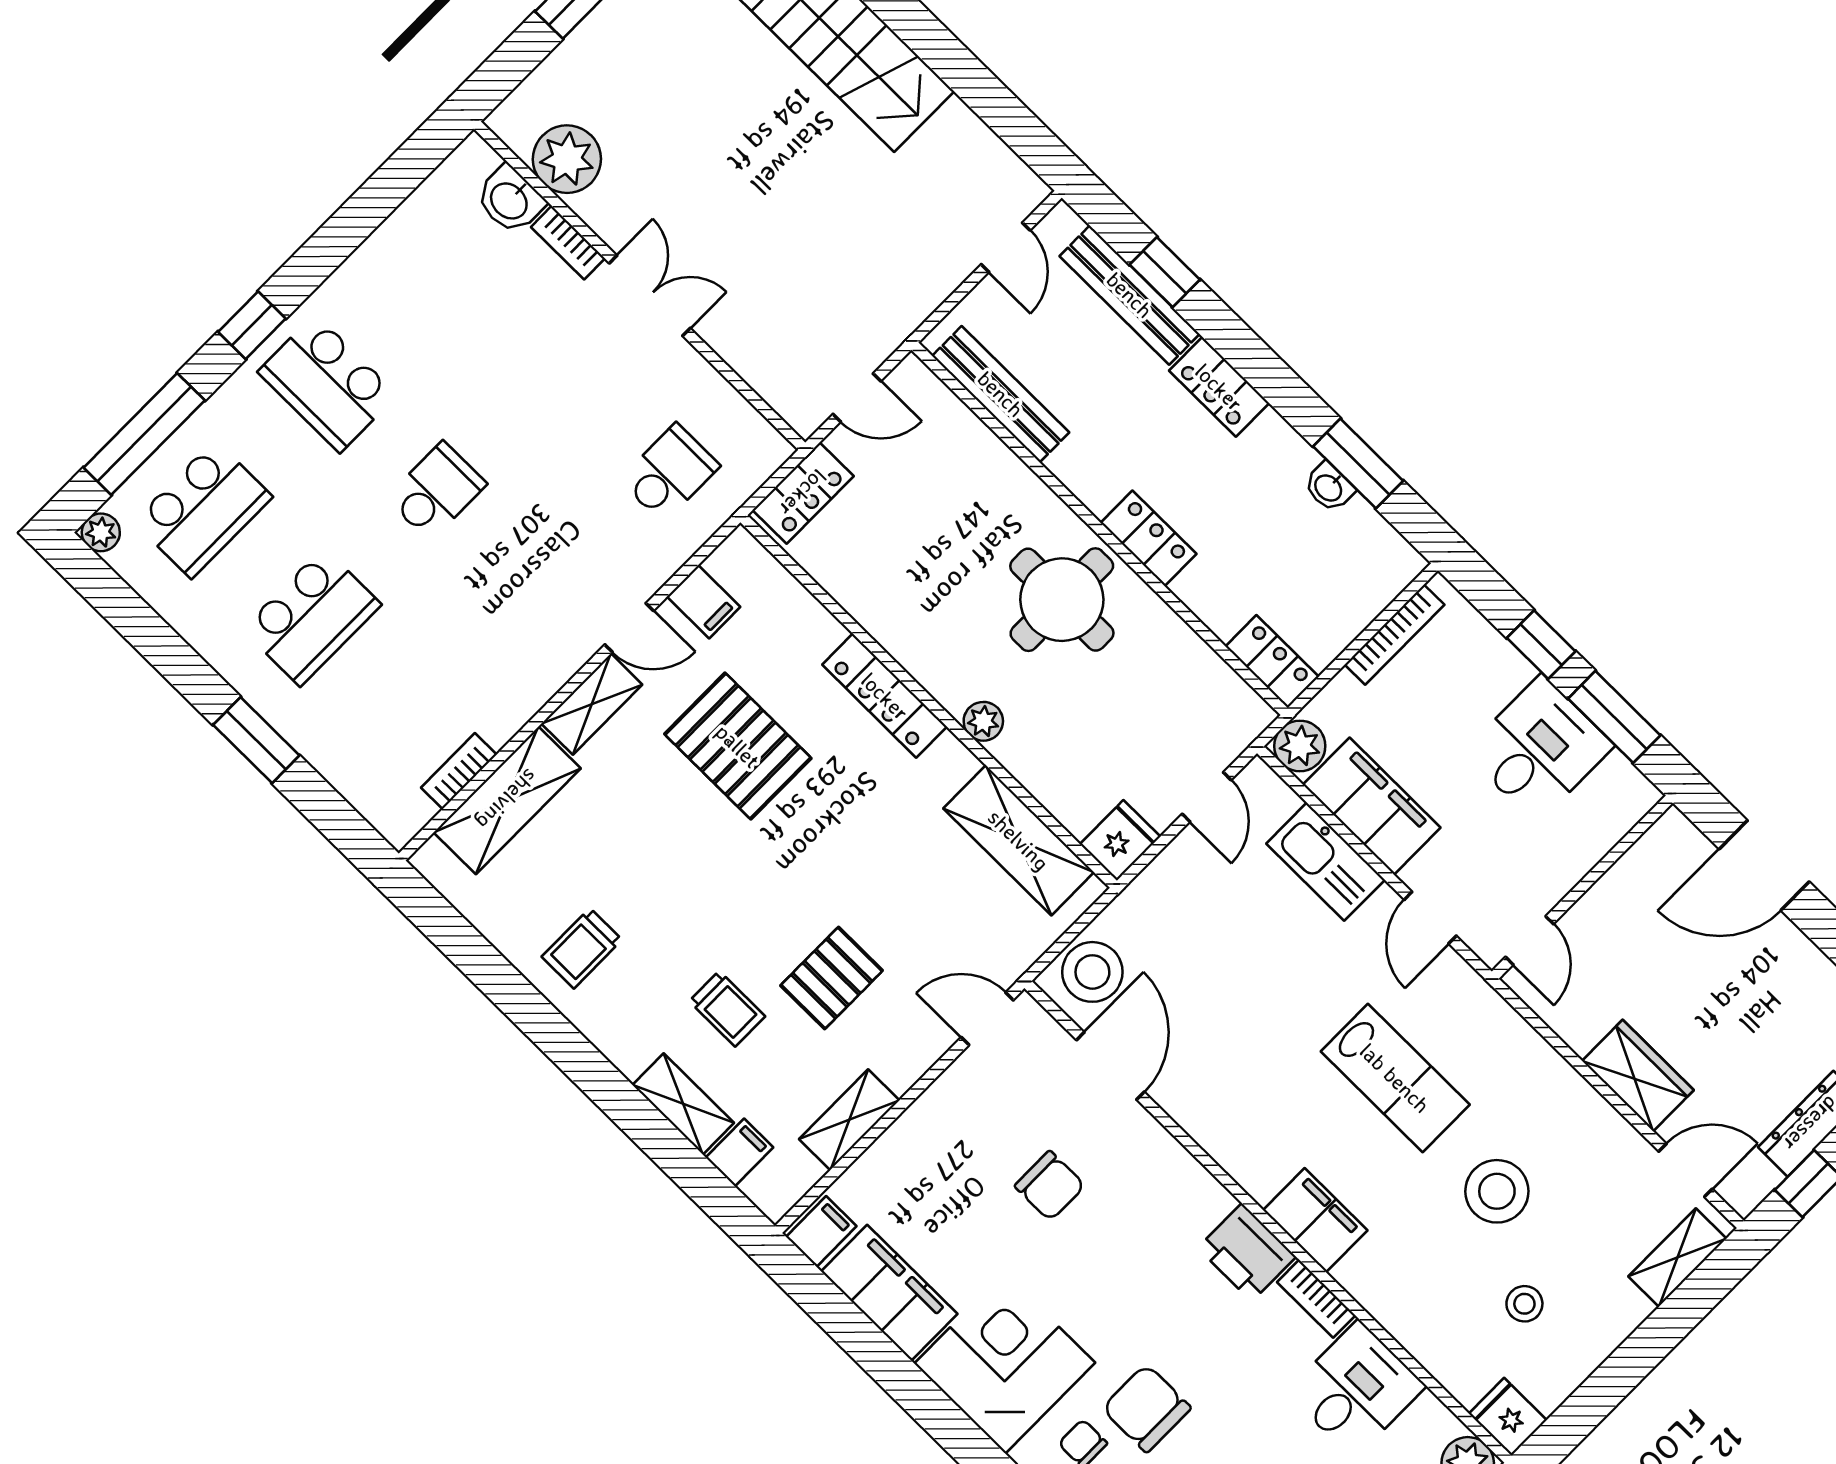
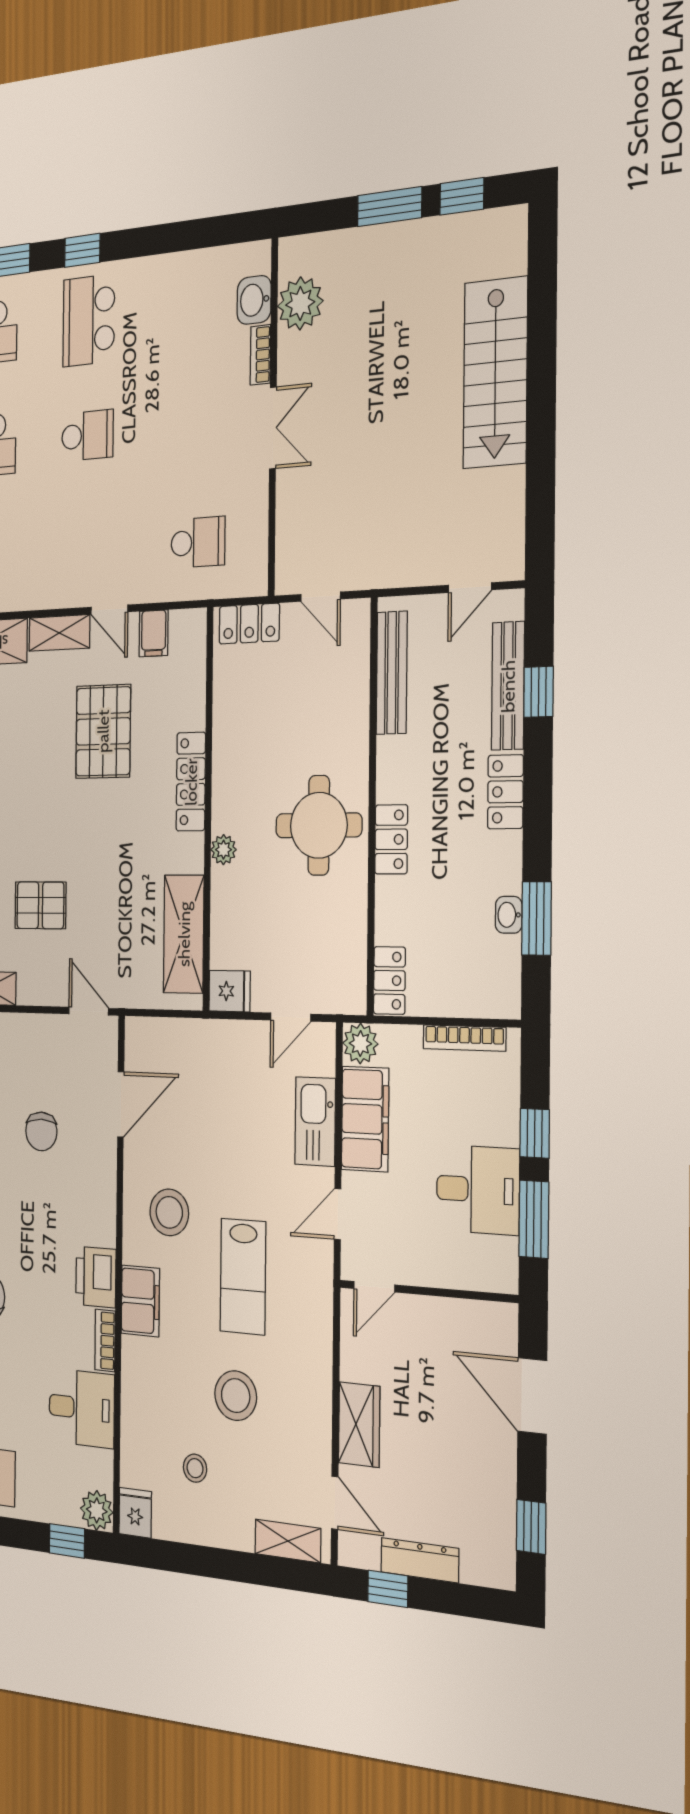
stool: (1092, 972) -> (169, 1212), moved

